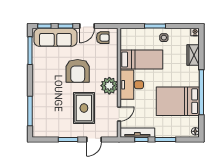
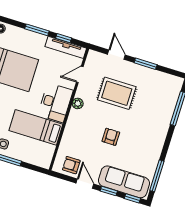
door: (87, 26) -> (85, 184), hinge flipped
armchair: (78, 71) -> (111, 137), width x0.53, depth x0.53
plant: (109, 86) -> (78, 103), width x0.53, depth x0.53
rug: (84, 108) -> (117, 93), turned 90
door: (94, 140) -> (116, 55), hinge flipped

